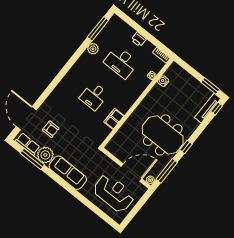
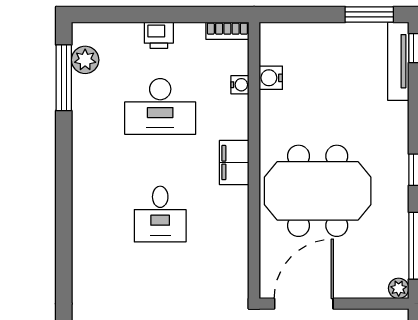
plant: (93, 49) -> (85, 60), moved
filing cabinet: (114, 119) -> (234, 163), moved
meeting table: (163, 135) -> (318, 191), moved
door: (131, 173) -> (304, 304), moved

